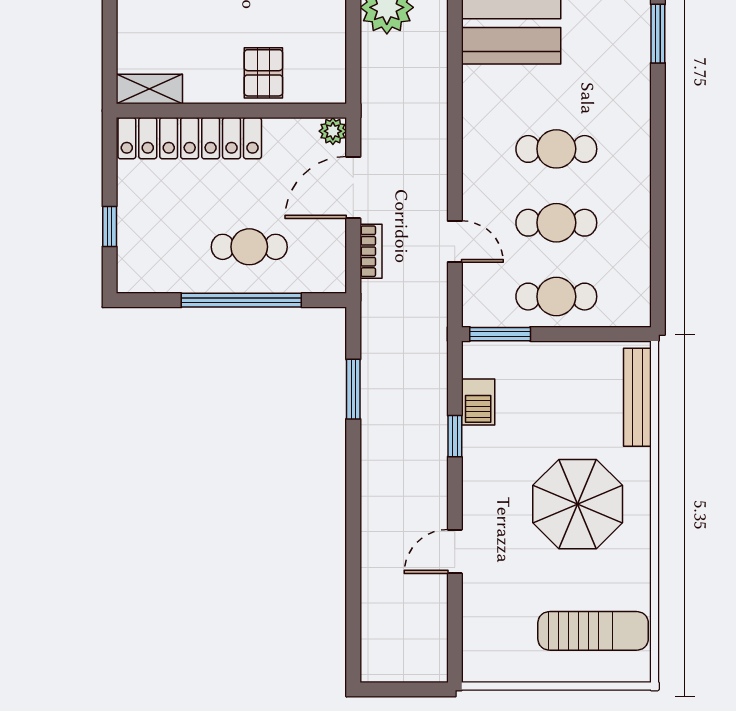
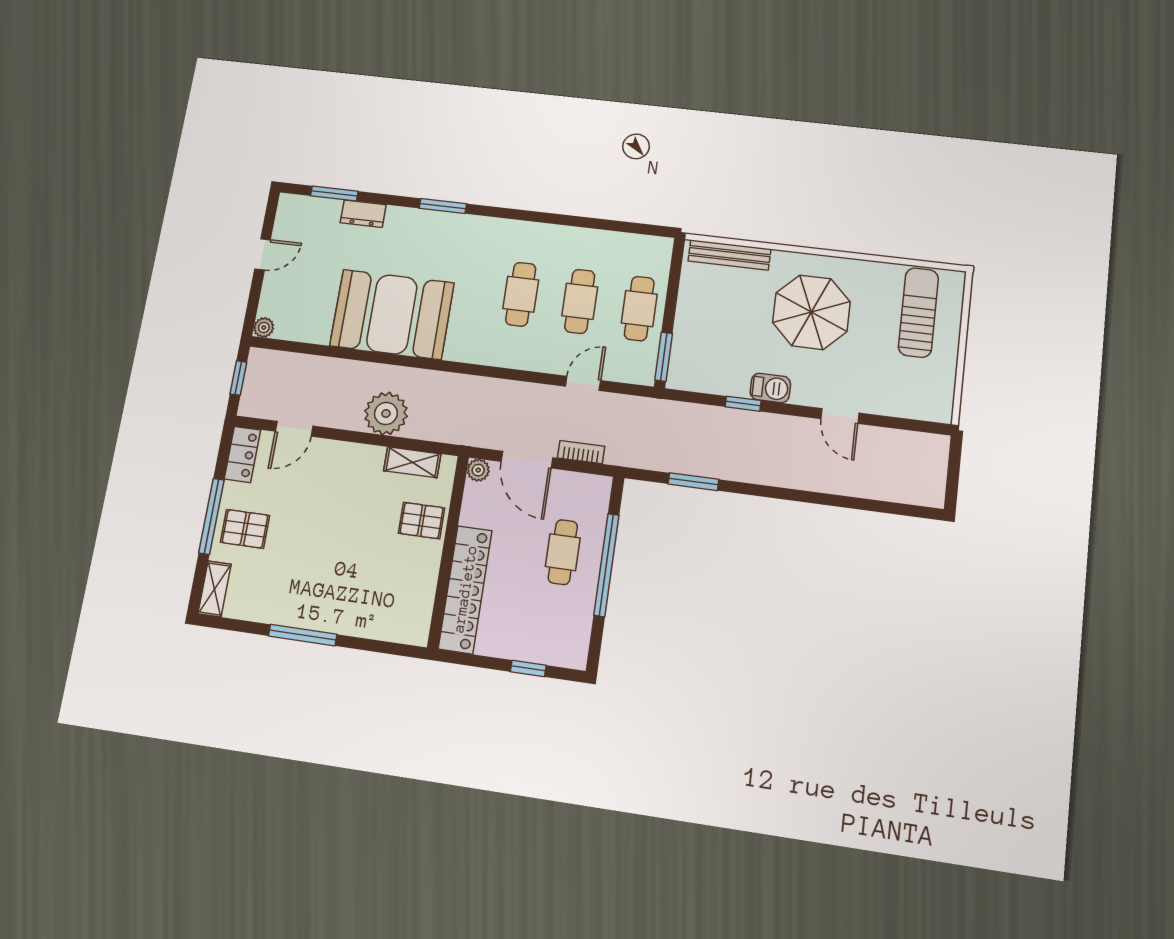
shelving: (149, 89) -> (412, 462), moved, turned 90
barbecue: (478, 402) -> (770, 388), moved

